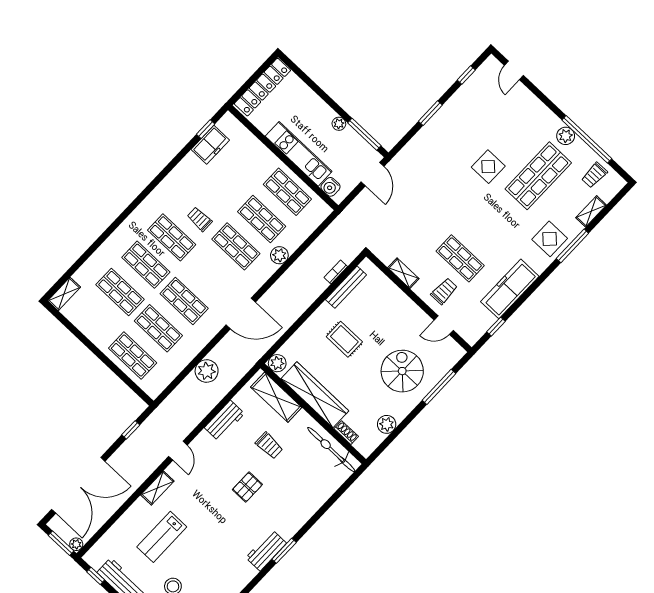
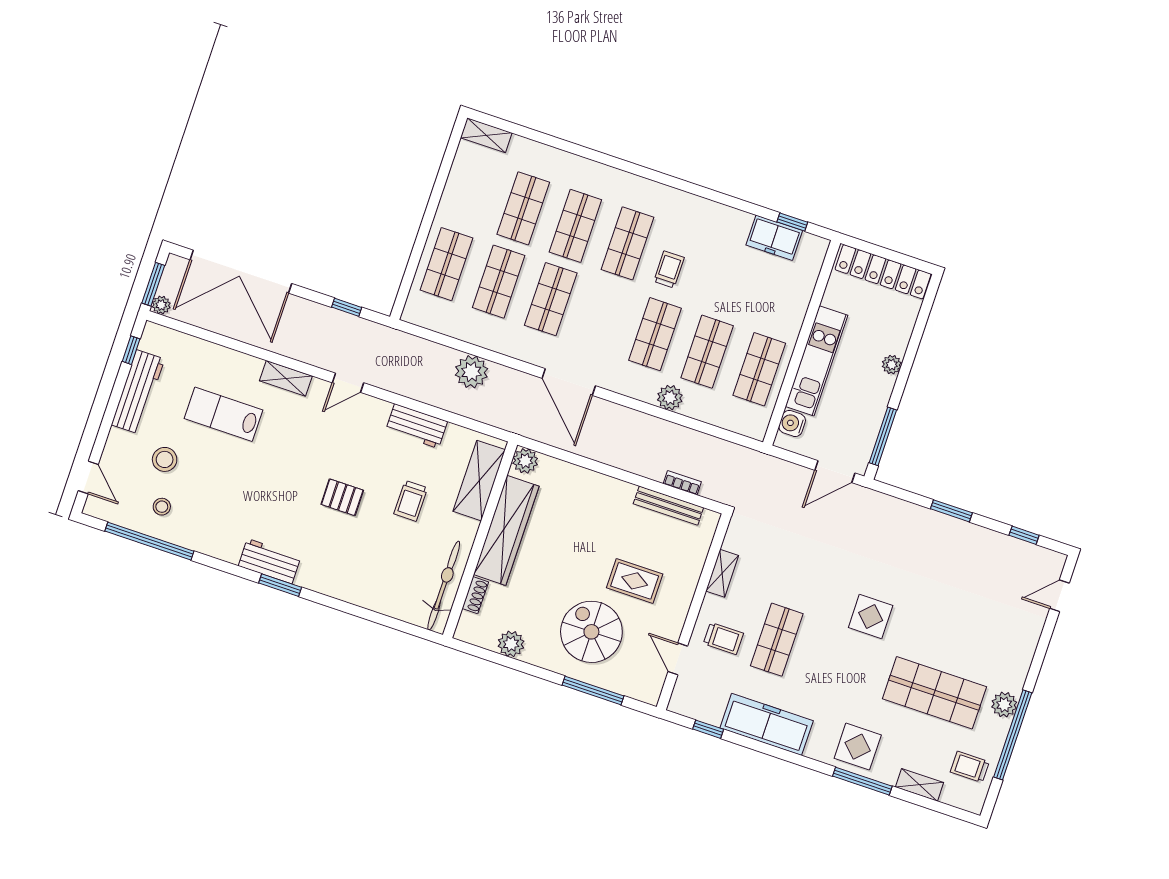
plant: (339, 124) -> (892, 365), moved
display table: (488, 167) -> (871, 617), moved
rug: (344, 339) -> (635, 581), moved, turned 90
spiral stairs: (402, 371) -> (591, 632), turned -90

